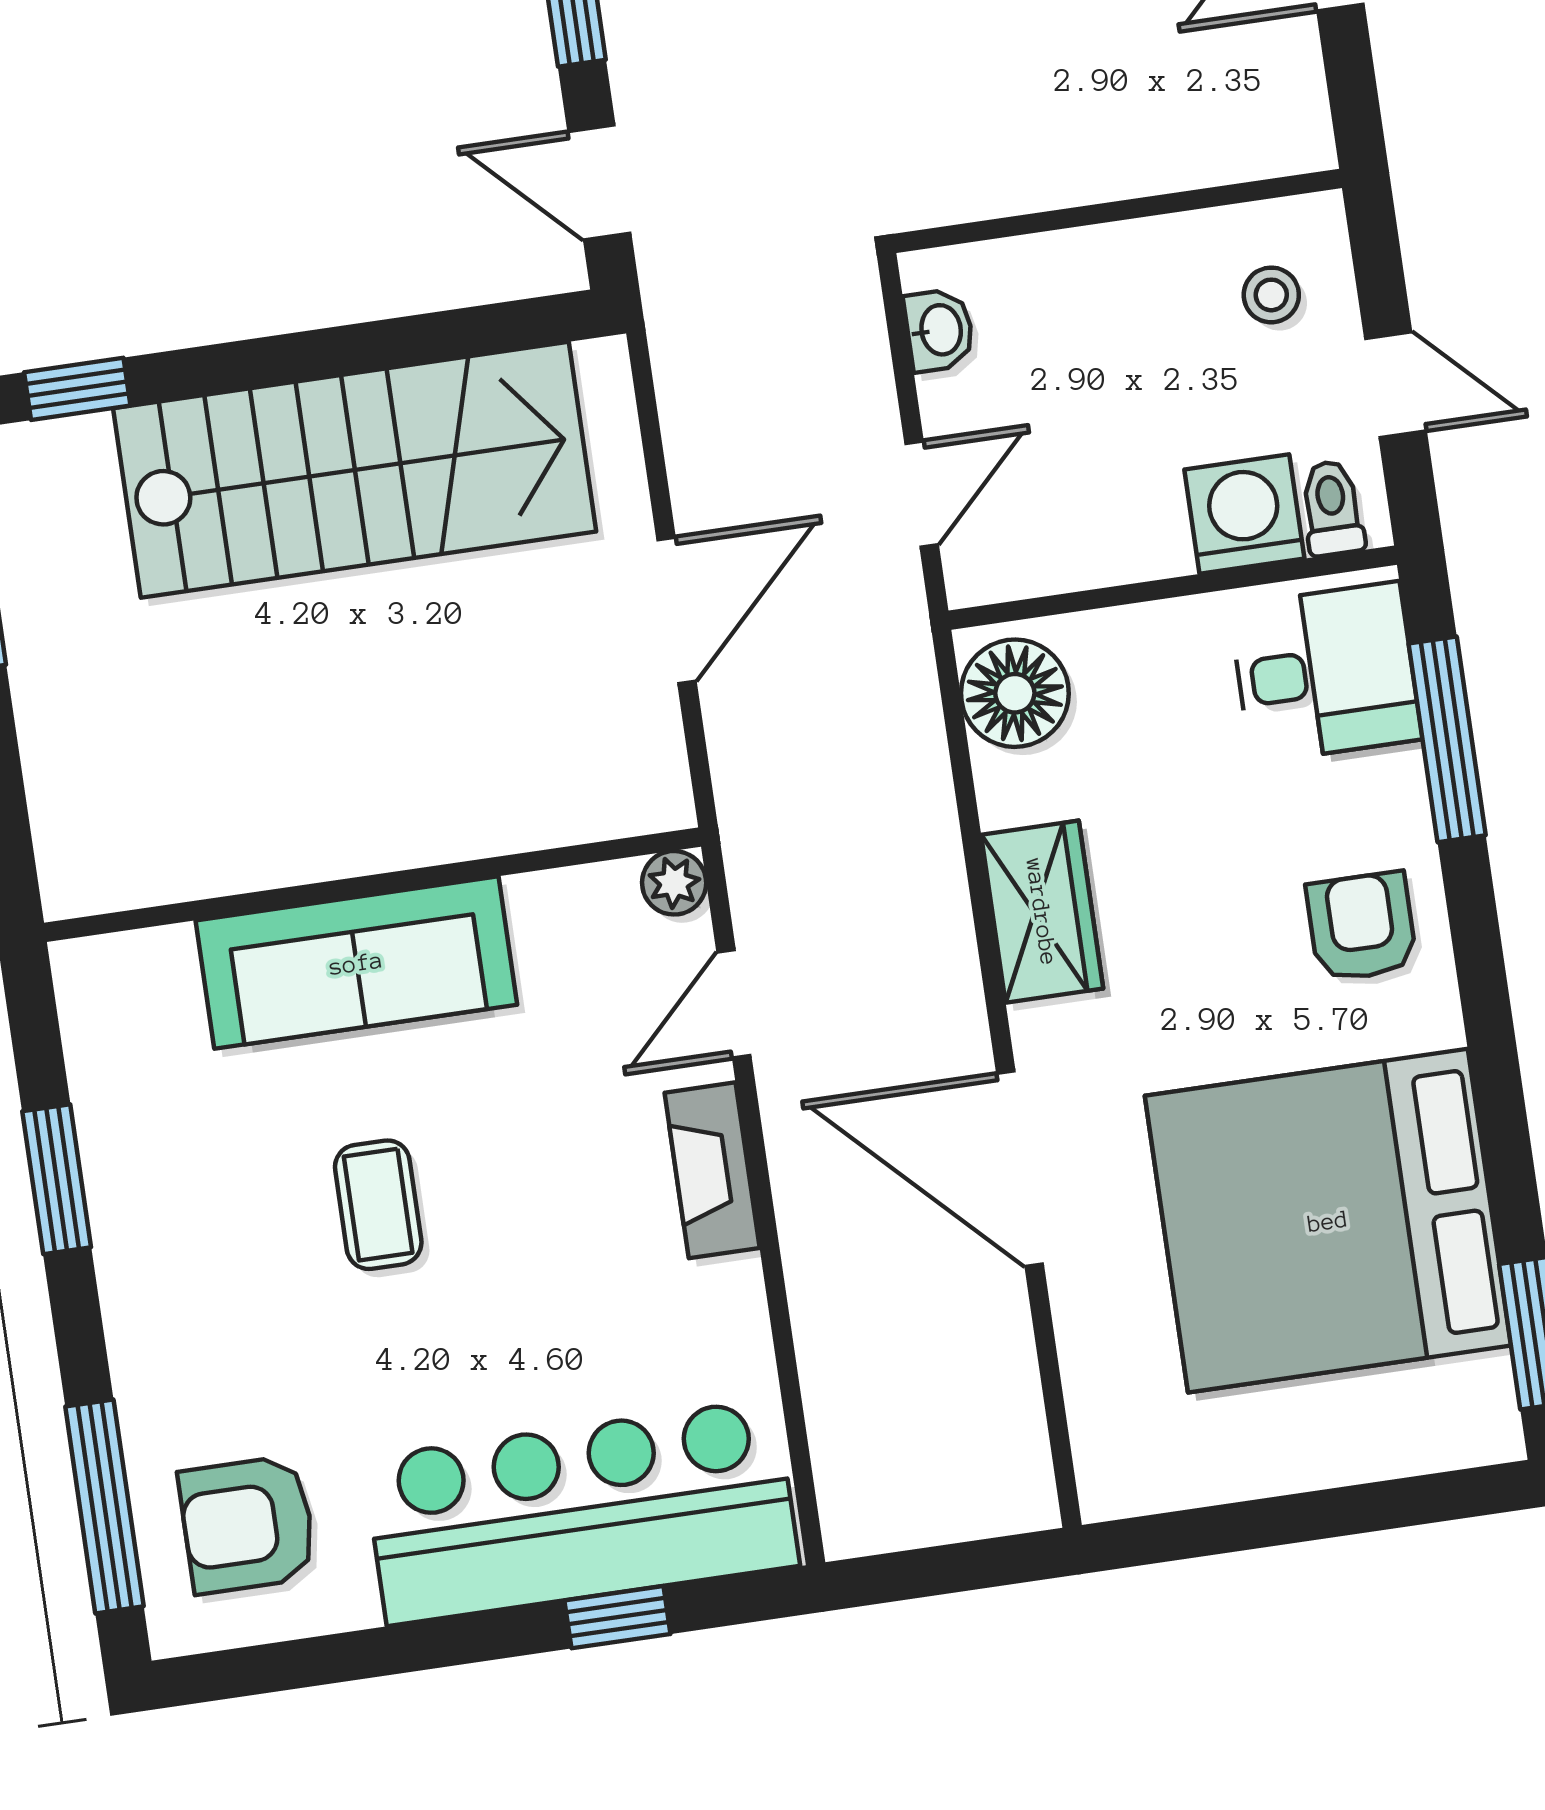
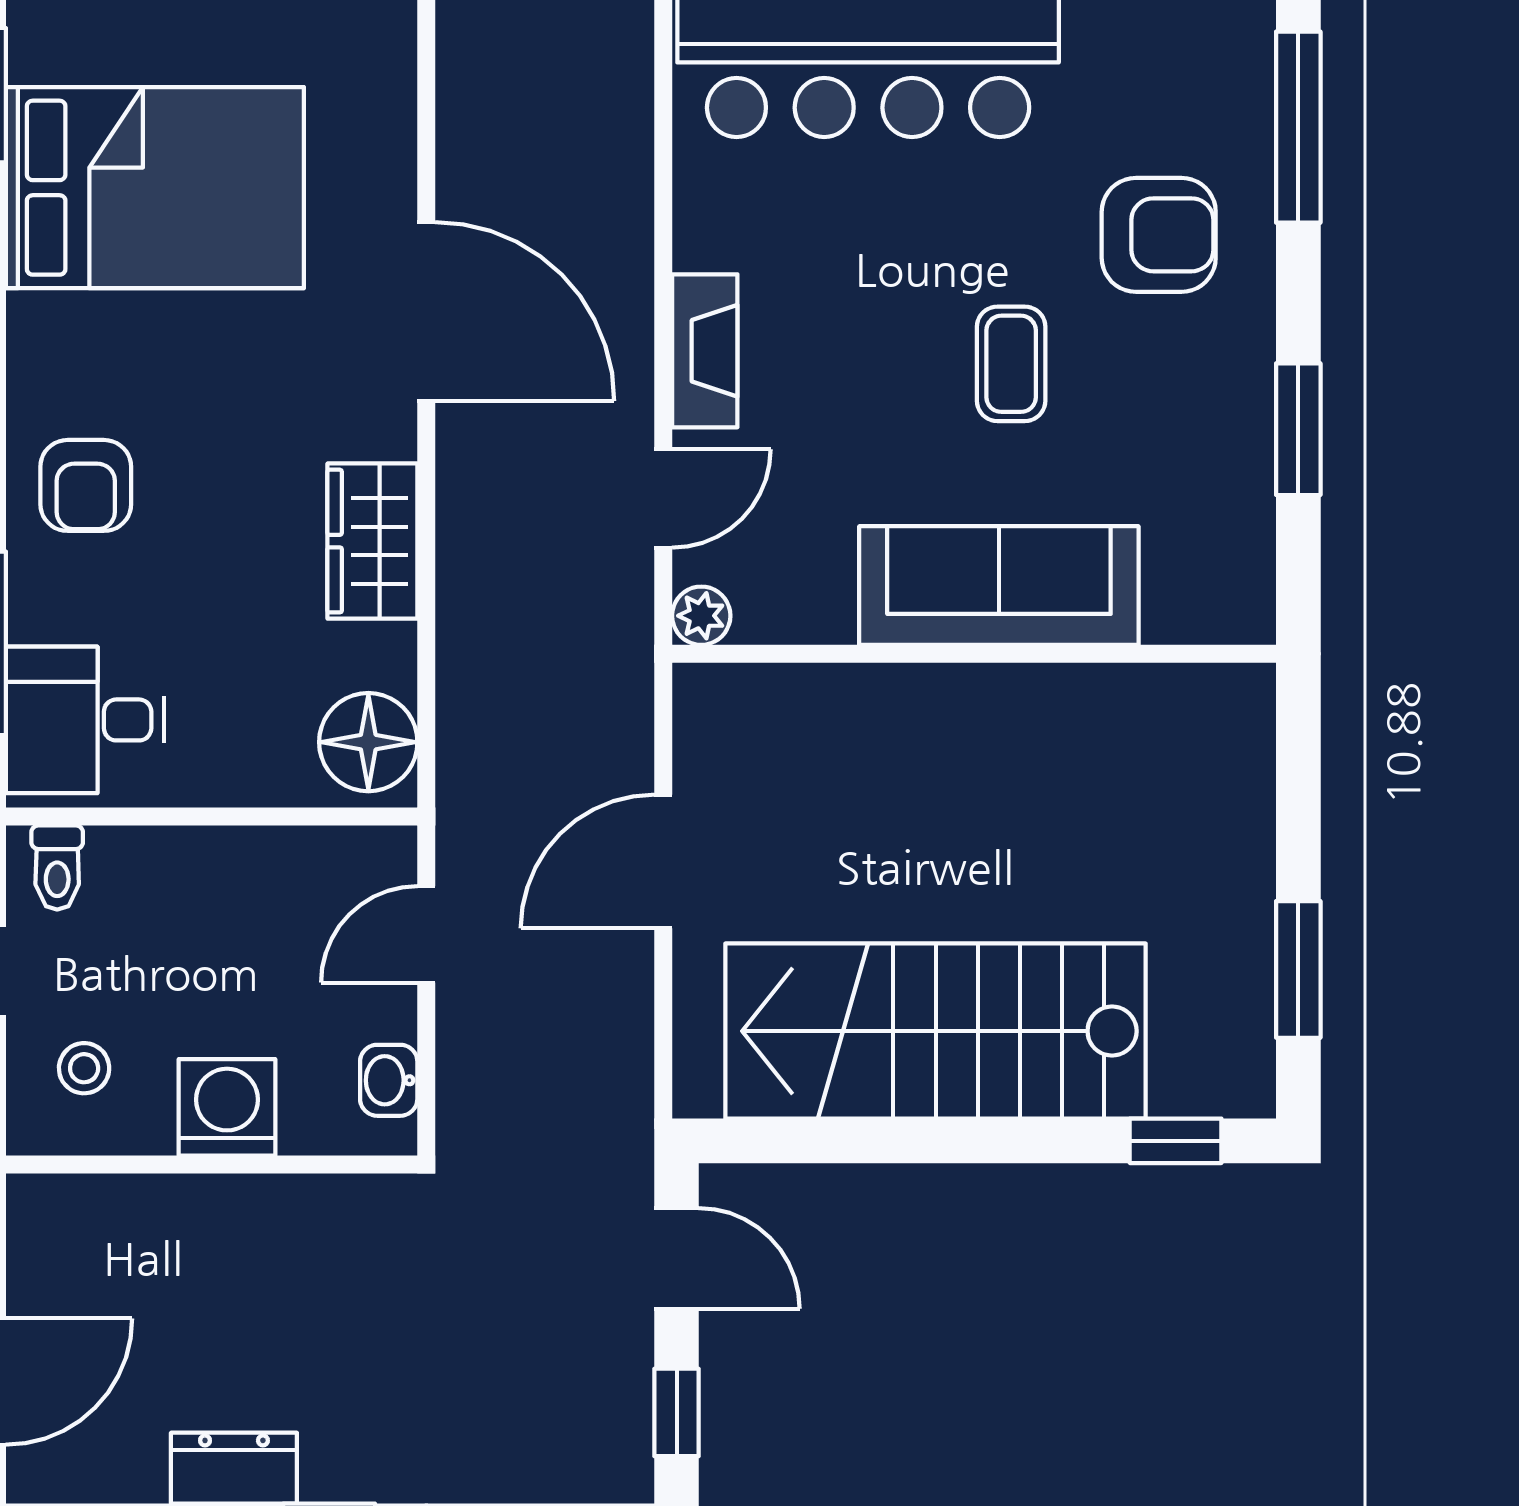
washing machine: (1244, 514) -> (227, 1107), moved, turned 180
bed: (1328, 1221) -> (155, 188), width x0.73
armchair: (248, 1525) -> (1159, 235), moved

